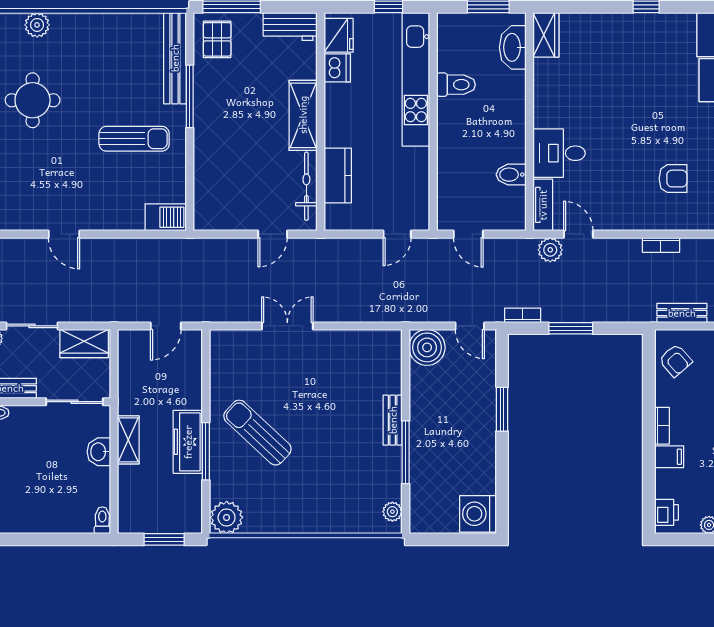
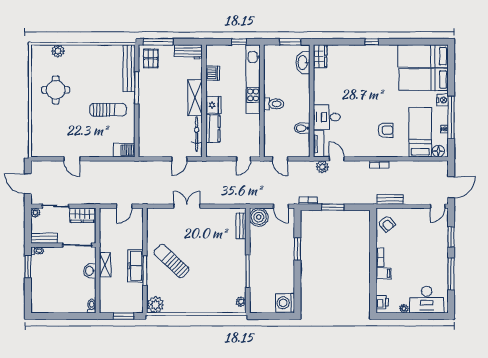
fridge: (339, 35) -> (213, 105), moved
toilet: (456, 85) -> (274, 104), moved
bench: (393, 420) -> (241, 226), moved

